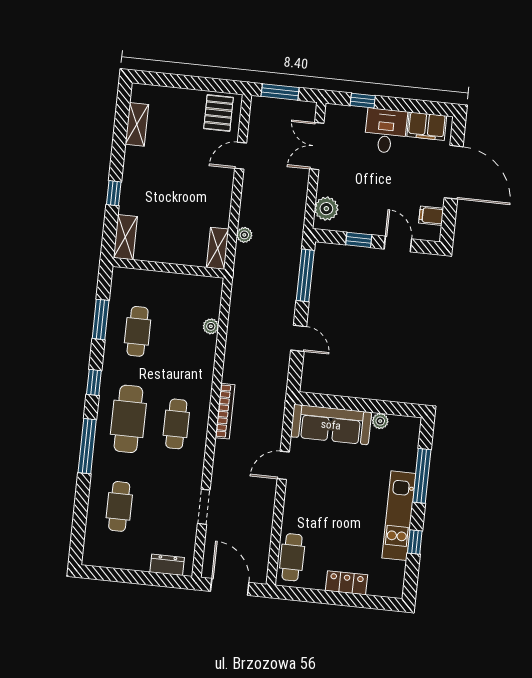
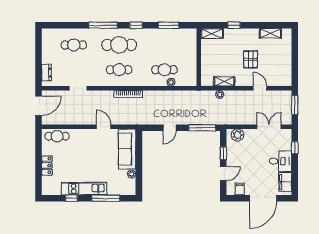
pallet: (218, 113) -> (251, 59), moved, turned 90
shelving: (218, 248) -> (224, 81), moved
cafe table: (138, 331) -> (164, 70), moved

